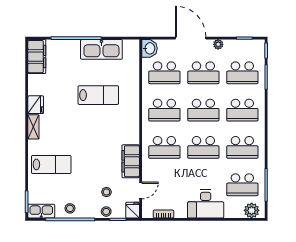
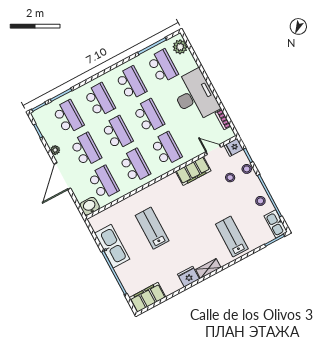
desk: (206, 204) -> (195, 96), width x1.36, depth x1.30

